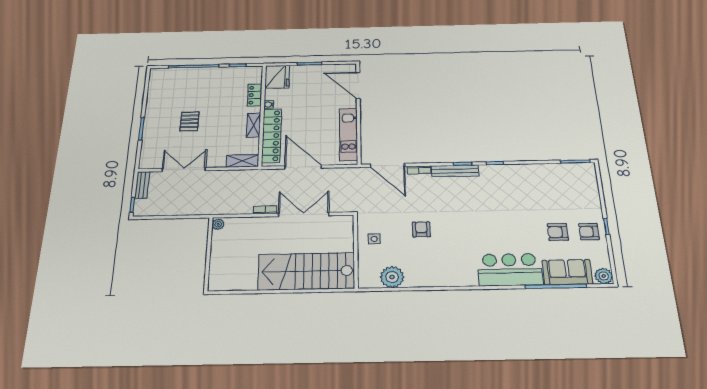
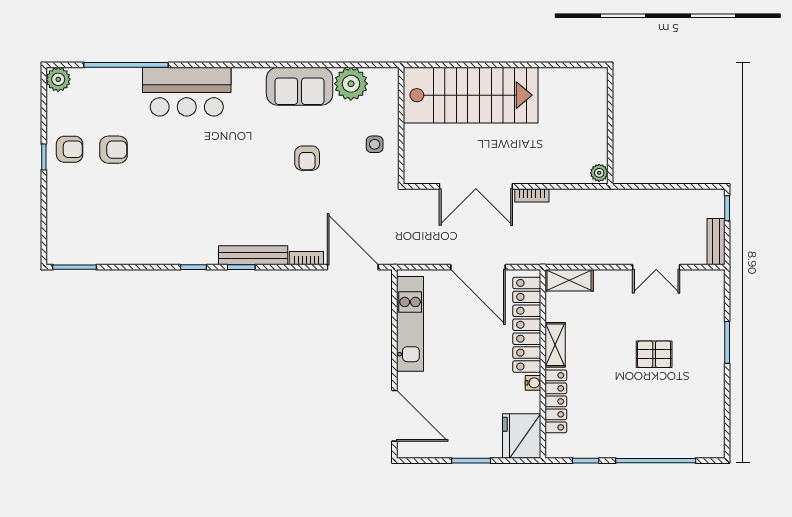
locker: (255, 95) -> (556, 401), width x1.53
pallet: (190, 121) -> (654, 354), turned 90
double door: (184, 170) -> (656, 267), width x0.73
sofa: (567, 272) -> (300, 86), moved

